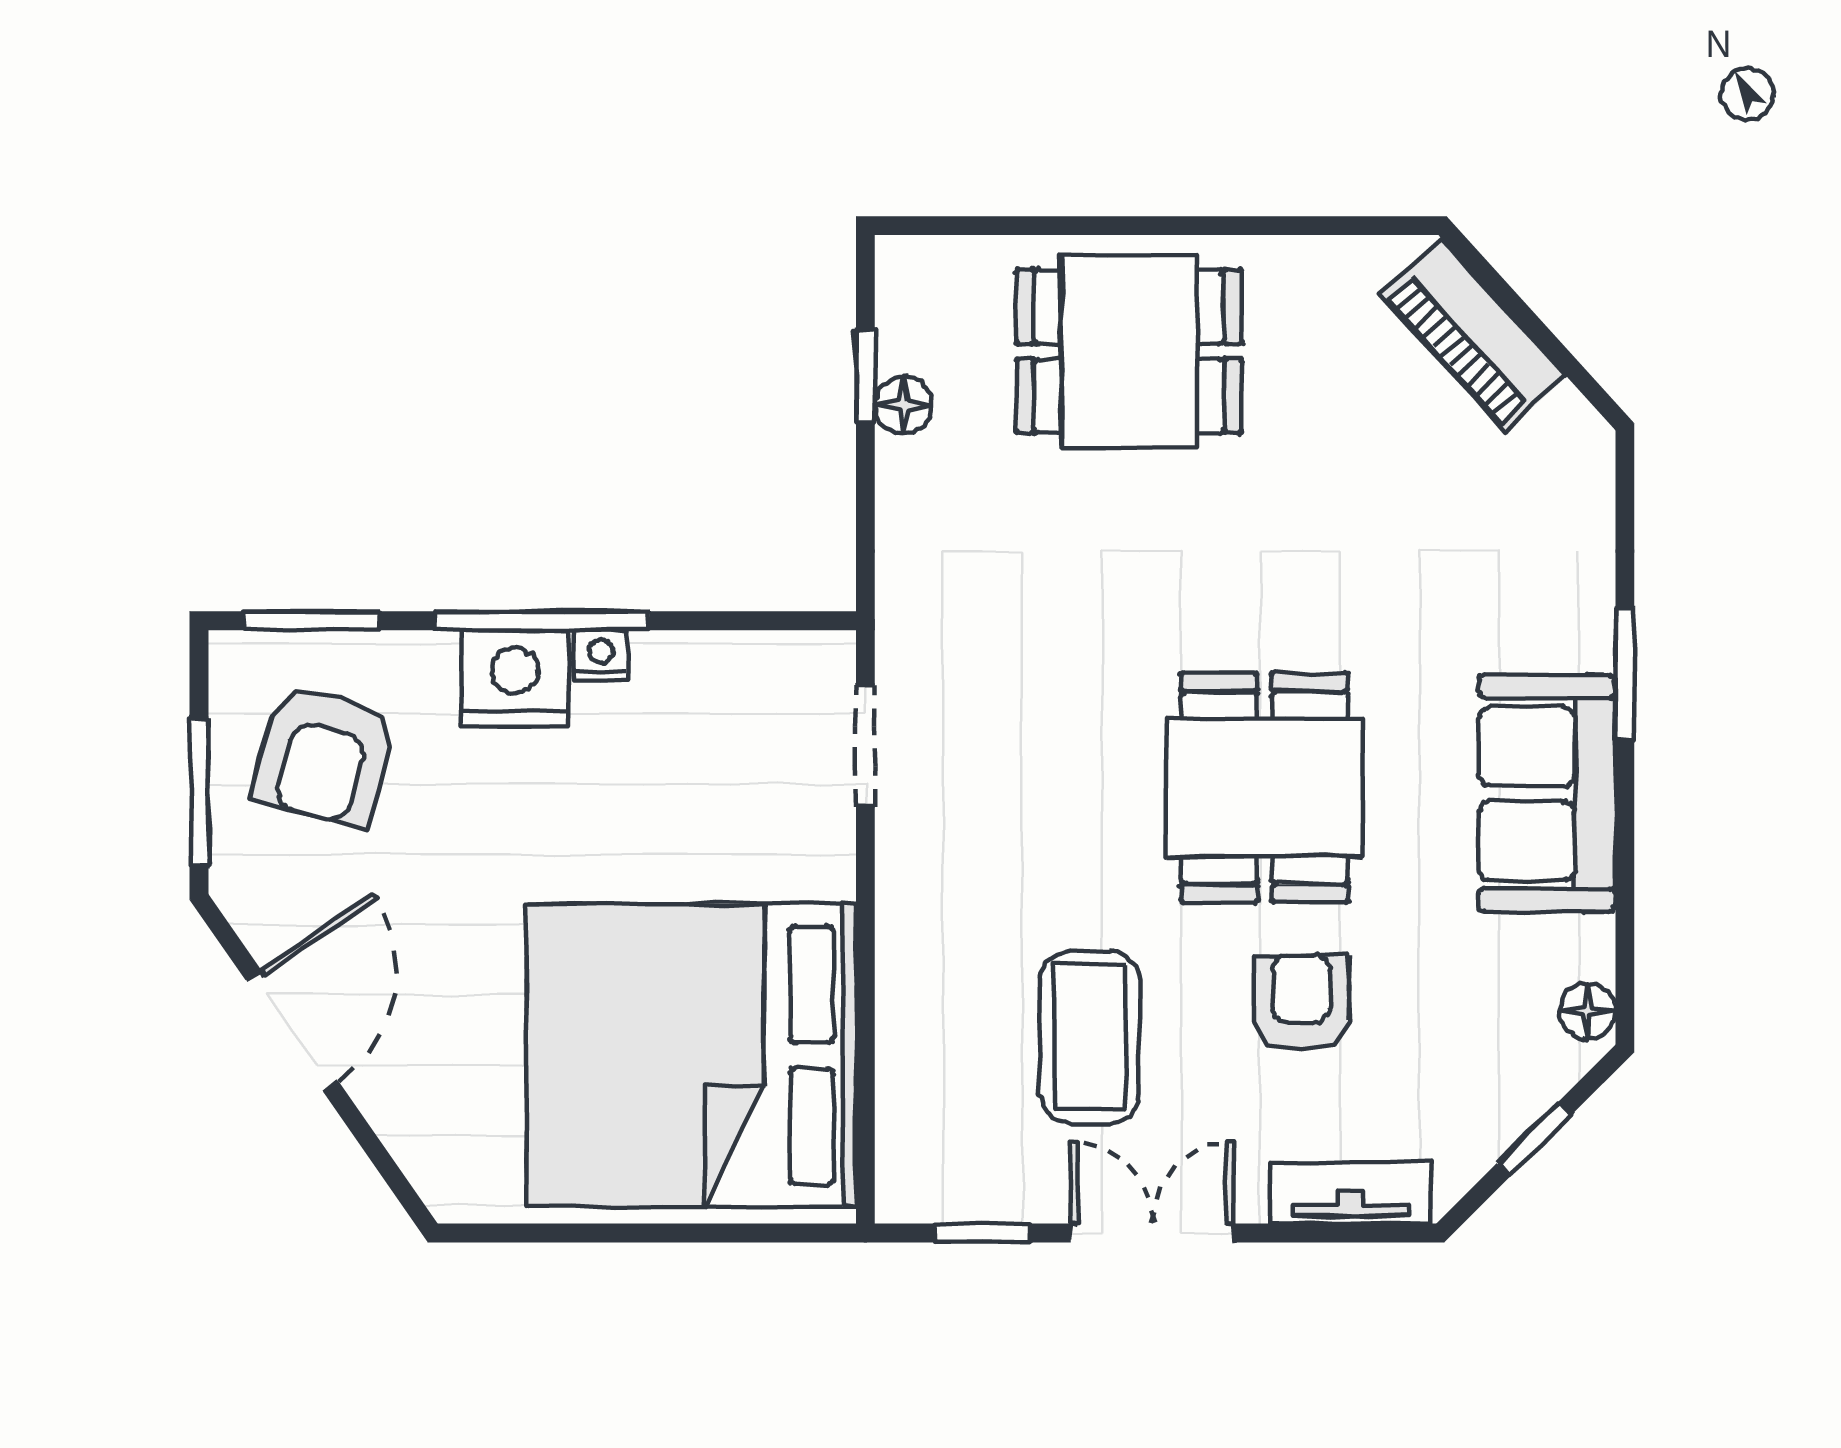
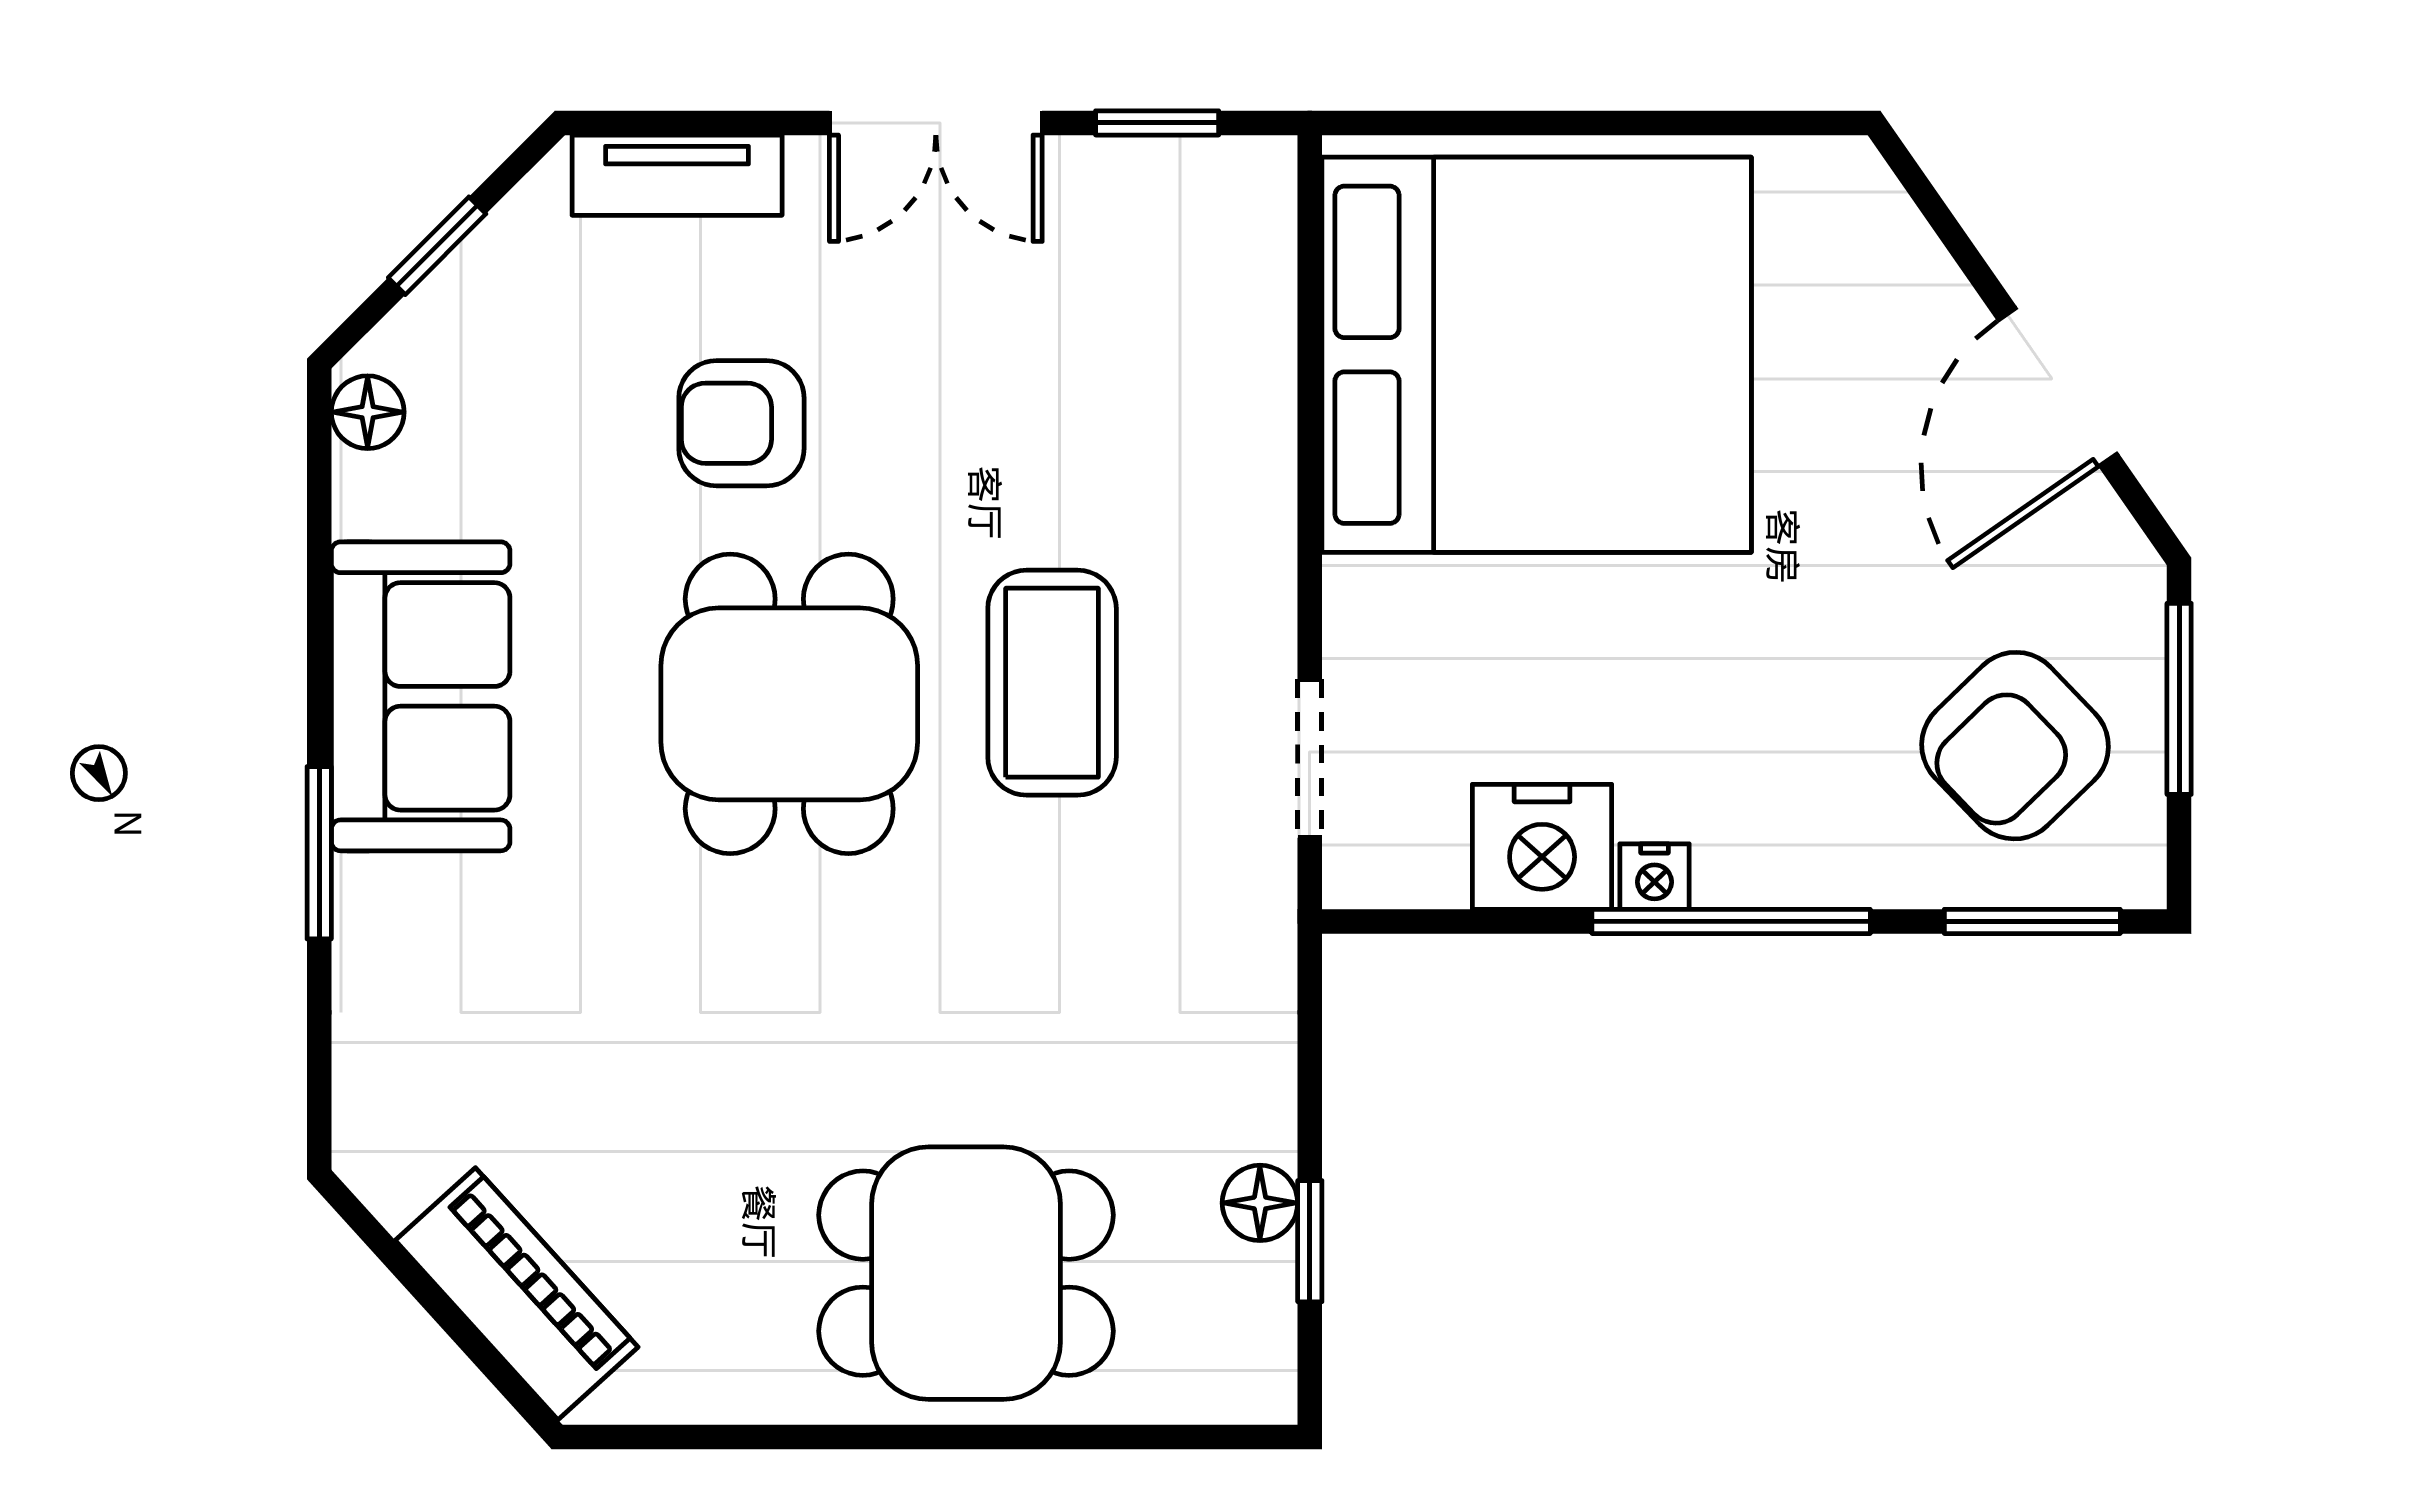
nightstand: (515, 678) -> (1542, 847), moved
armchair: (325, 756) -> (2015, 746), turned -149
armchair: (1301, 1003) -> (741, 423), turned 90
coffee table: (1090, 1037) -> (1052, 683), moved

